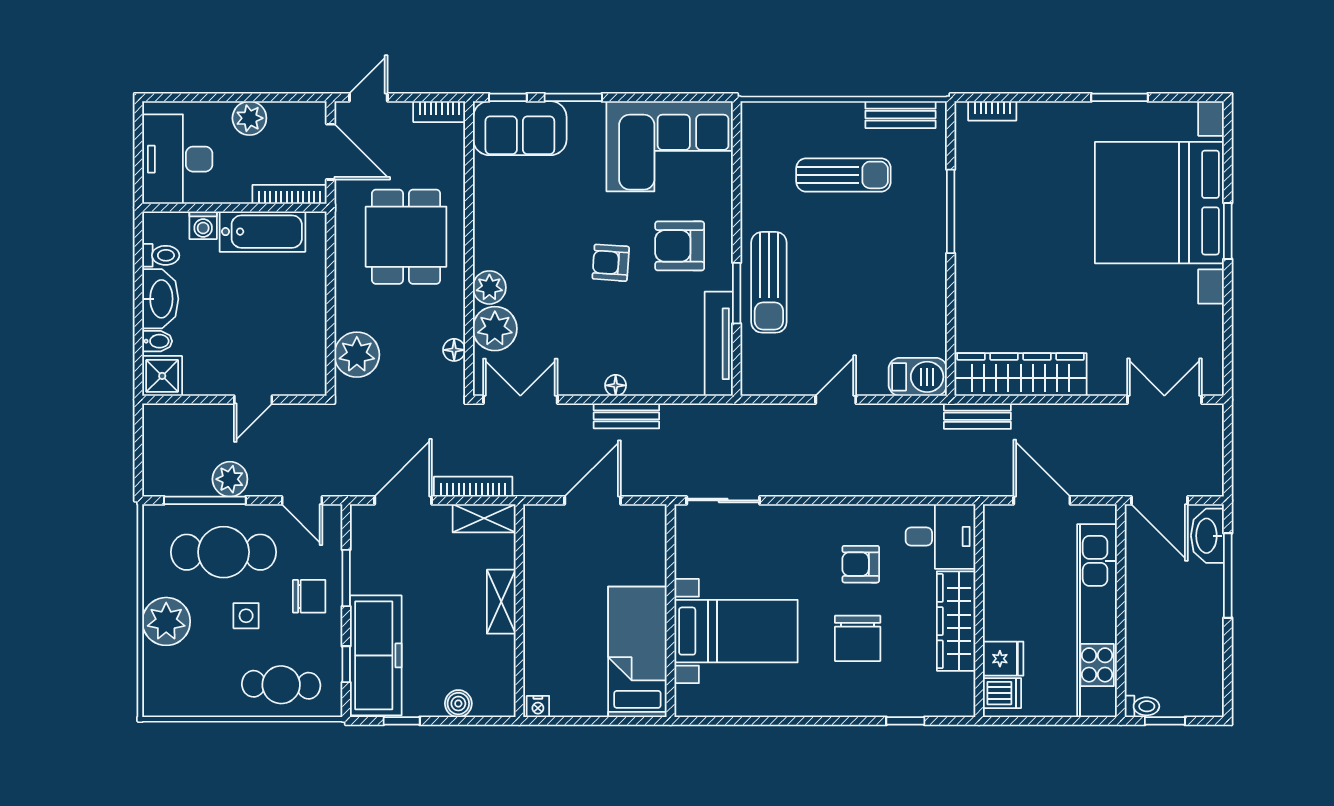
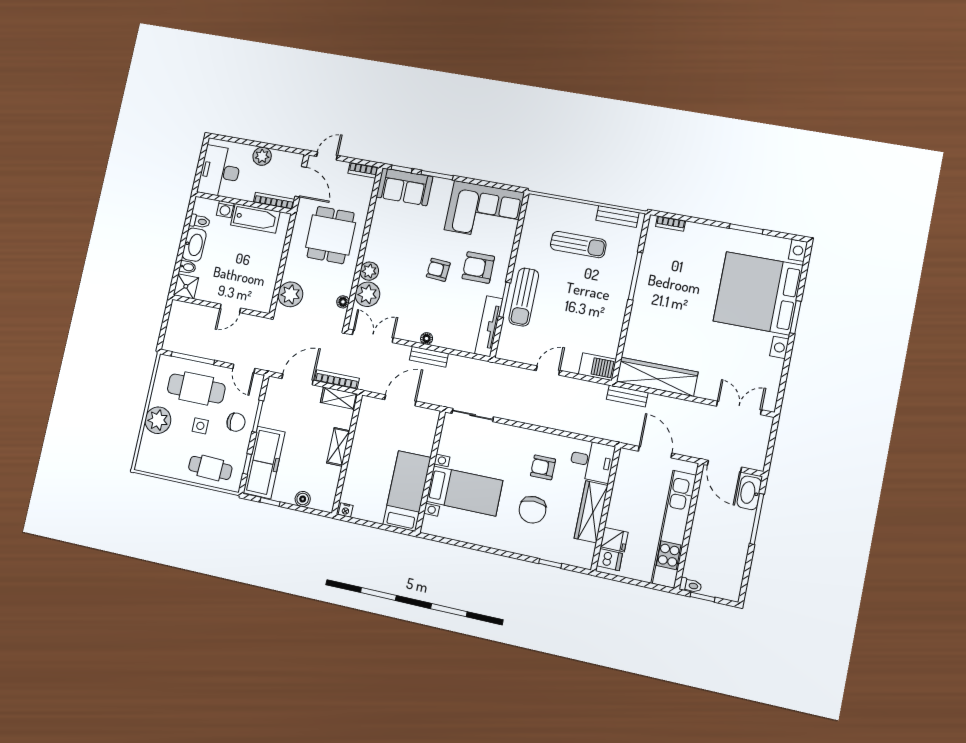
plant: (230, 479) -> (208, 349), removed

